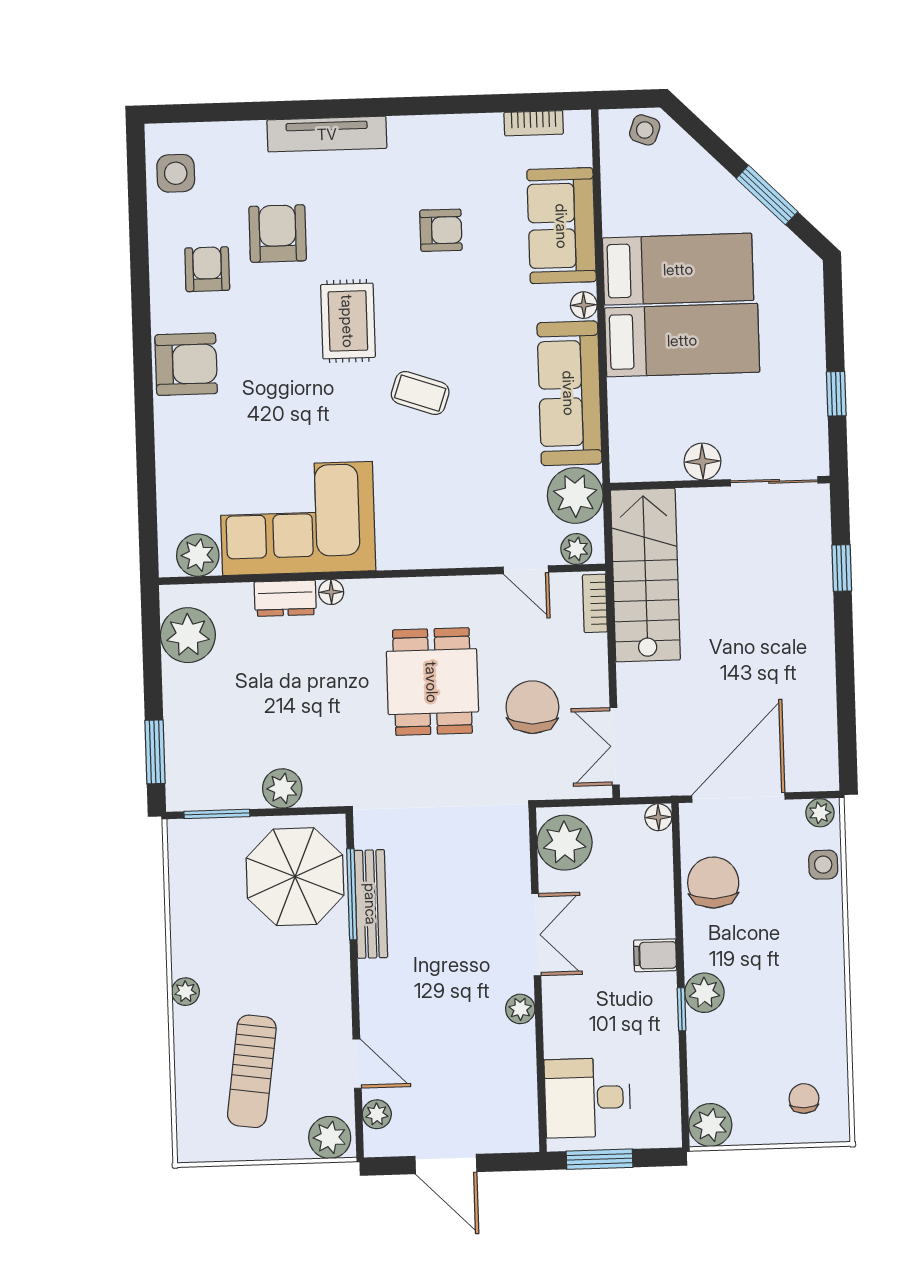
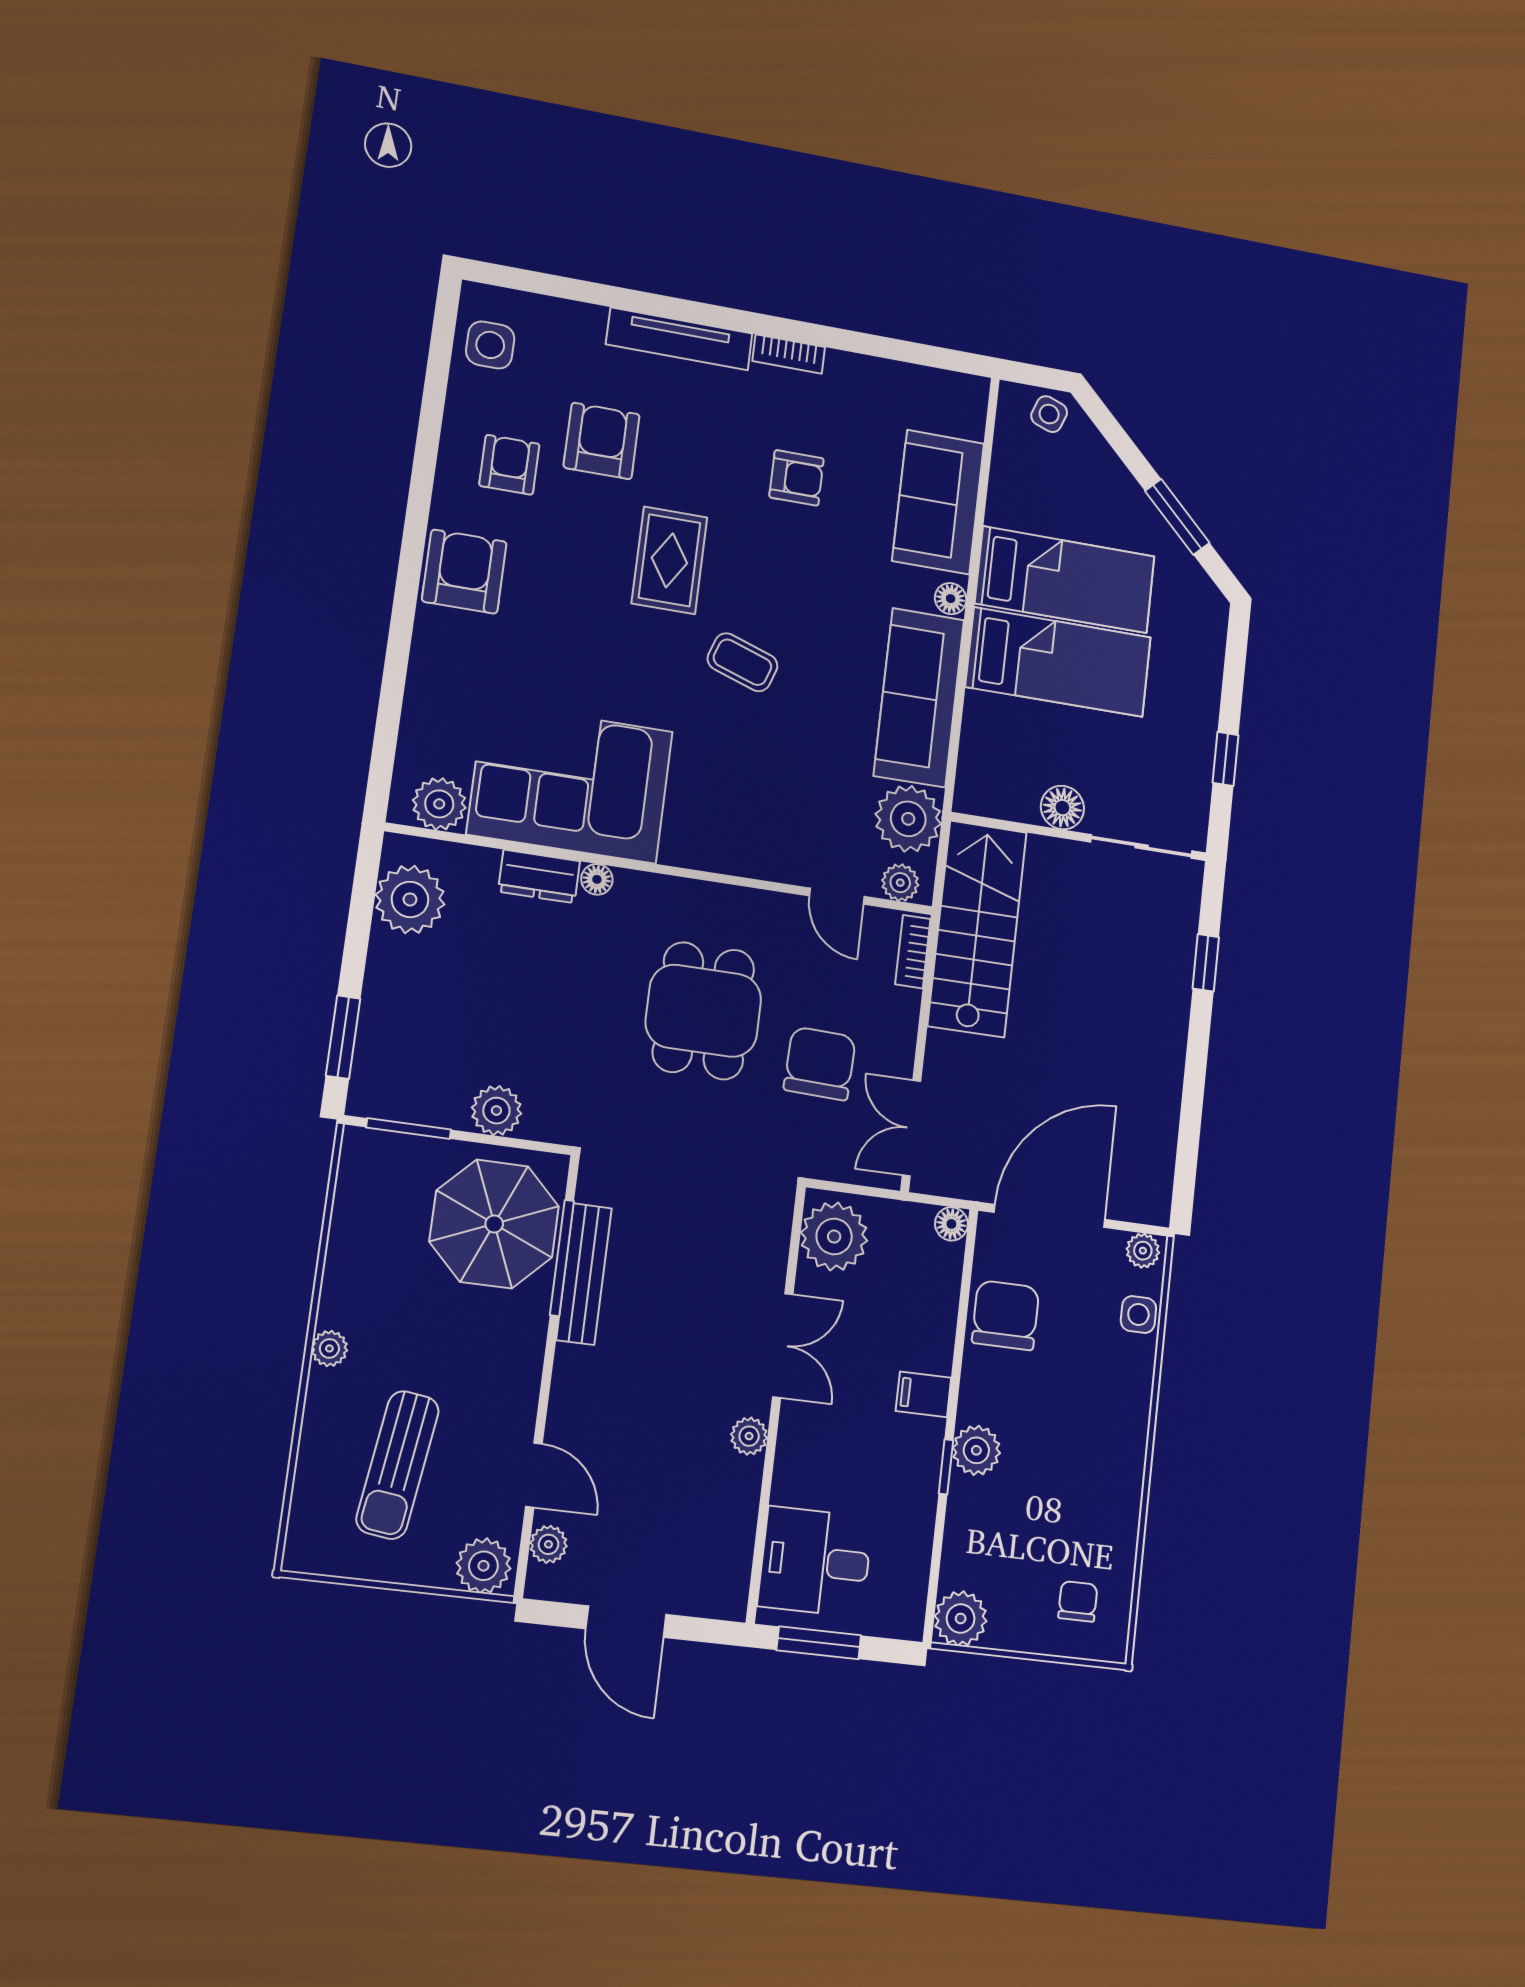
bookcase: (534, 123) -> (789, 354), moved
armchair: (186, 364) -> (464, 572), turned -90

